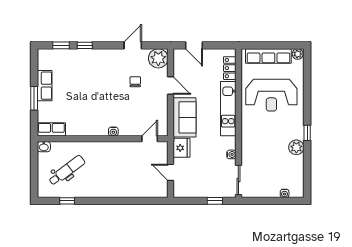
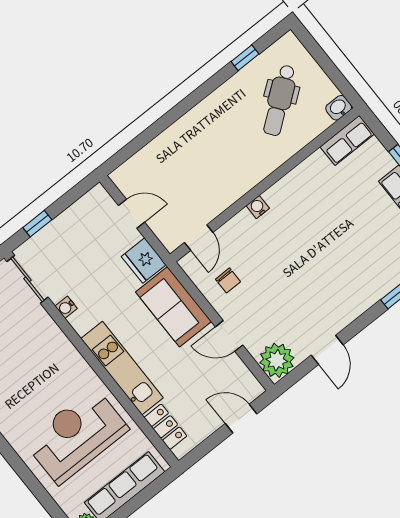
chair: (135, 82) -> (228, 280), moved

